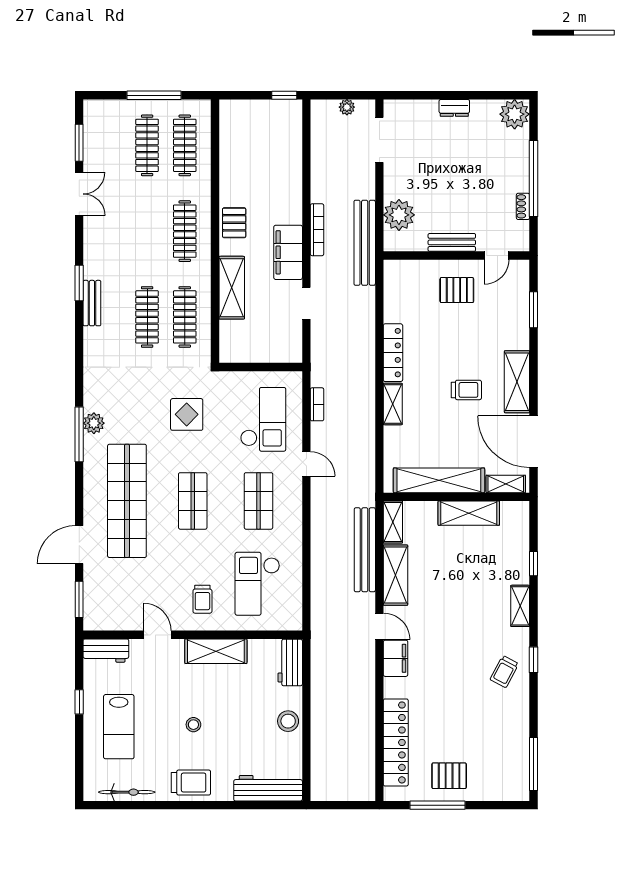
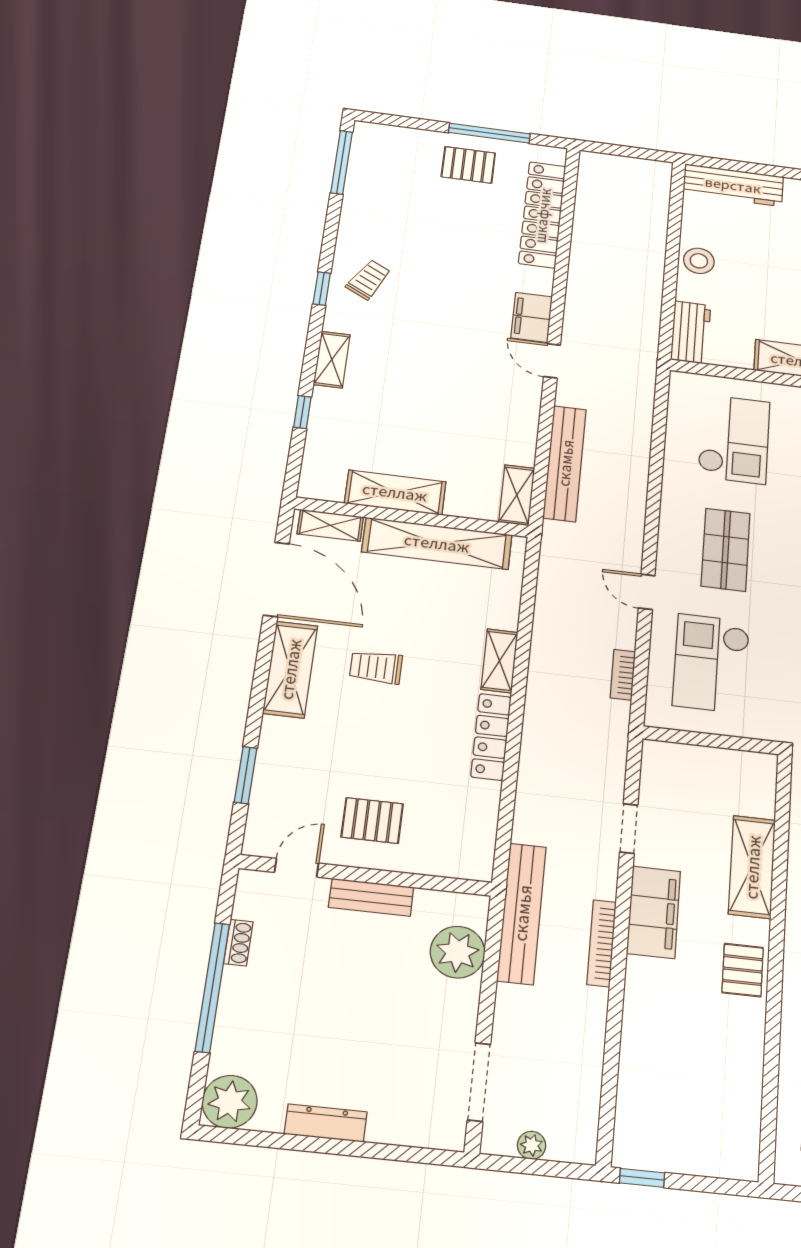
dresser: (454, 108) -> (326, 1123), width x1.44
shelving: (395, 575) -> (520, 424), removed

